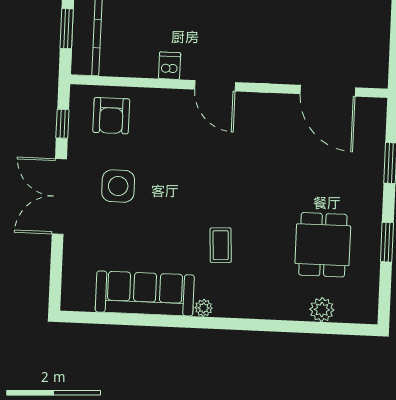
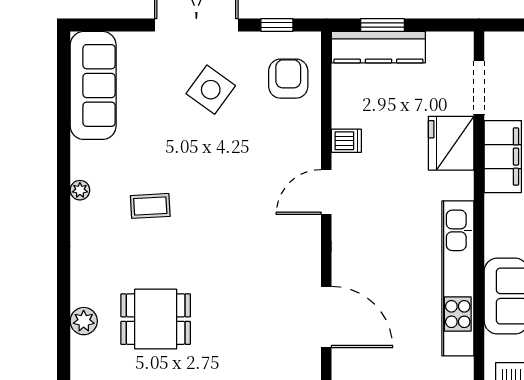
door: (328, 91) -> (326, 317), swing flipped
armchair: (111, 116) -> (288, 79), turned 90
side table: (118, 186) -> (211, 90), turned 36
sofa: (145, 293) -> (93, 85), moved

